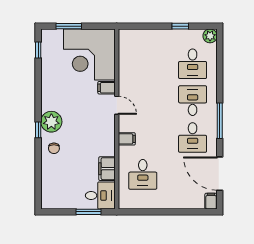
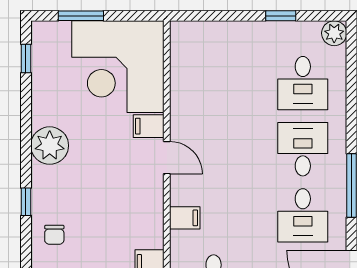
plant: (51, 122) -> (50, 146), moved

